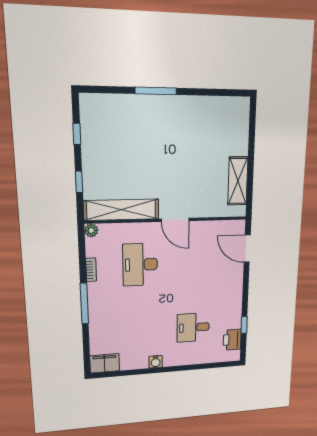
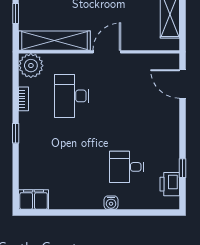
door: (175, 220) -> (107, 52), swing flipped
plant: (91, 230) -> (31, 66), width x1.88, depth x1.88
window: (84, 303) -> (16, 133), width x0.46
water cooler: (156, 362) -> (111, 203), moved

